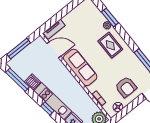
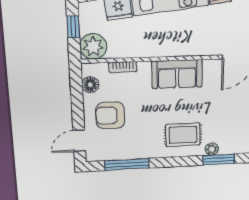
sofa: (80, 67) -> (177, 74), width x0.73

